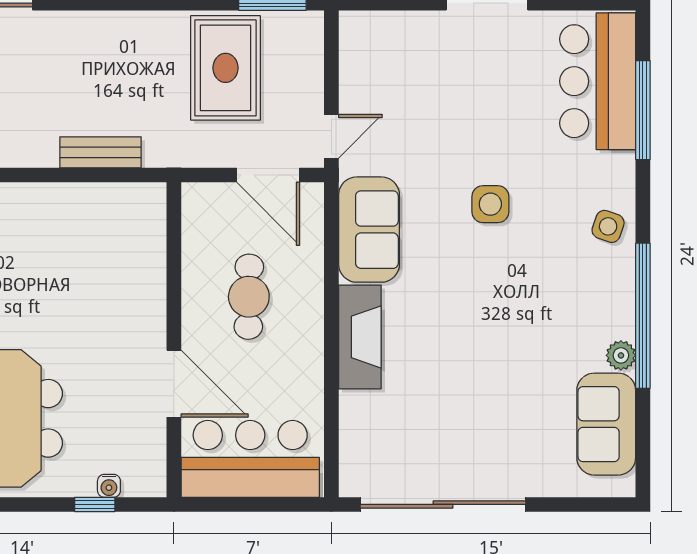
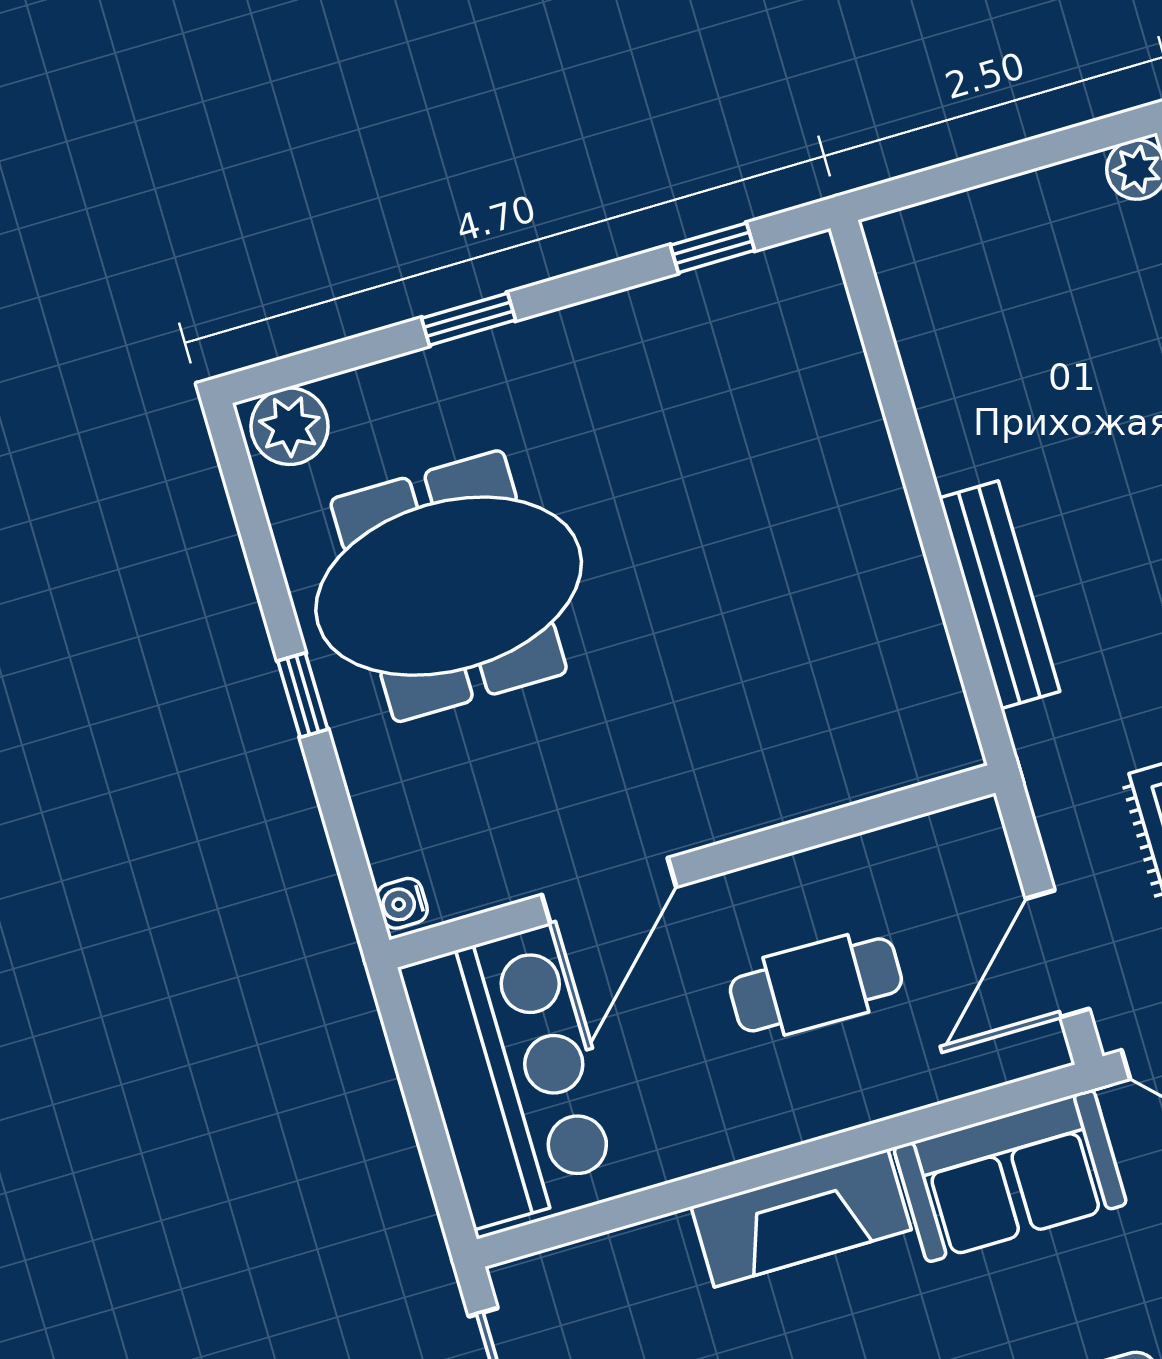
bench: (100, 152) -> (999, 595), width x1.36
water cooler: (109, 486) -> (402, 903), moved
window: (95, 504) -> (303, 695), moved

